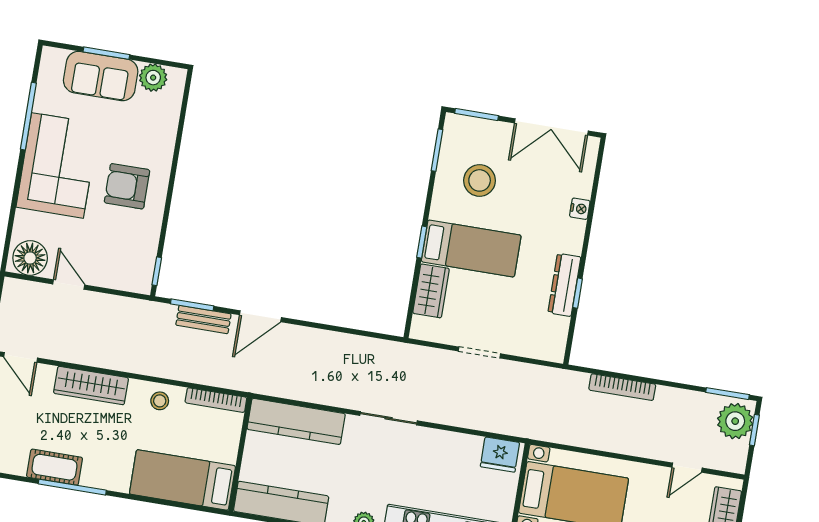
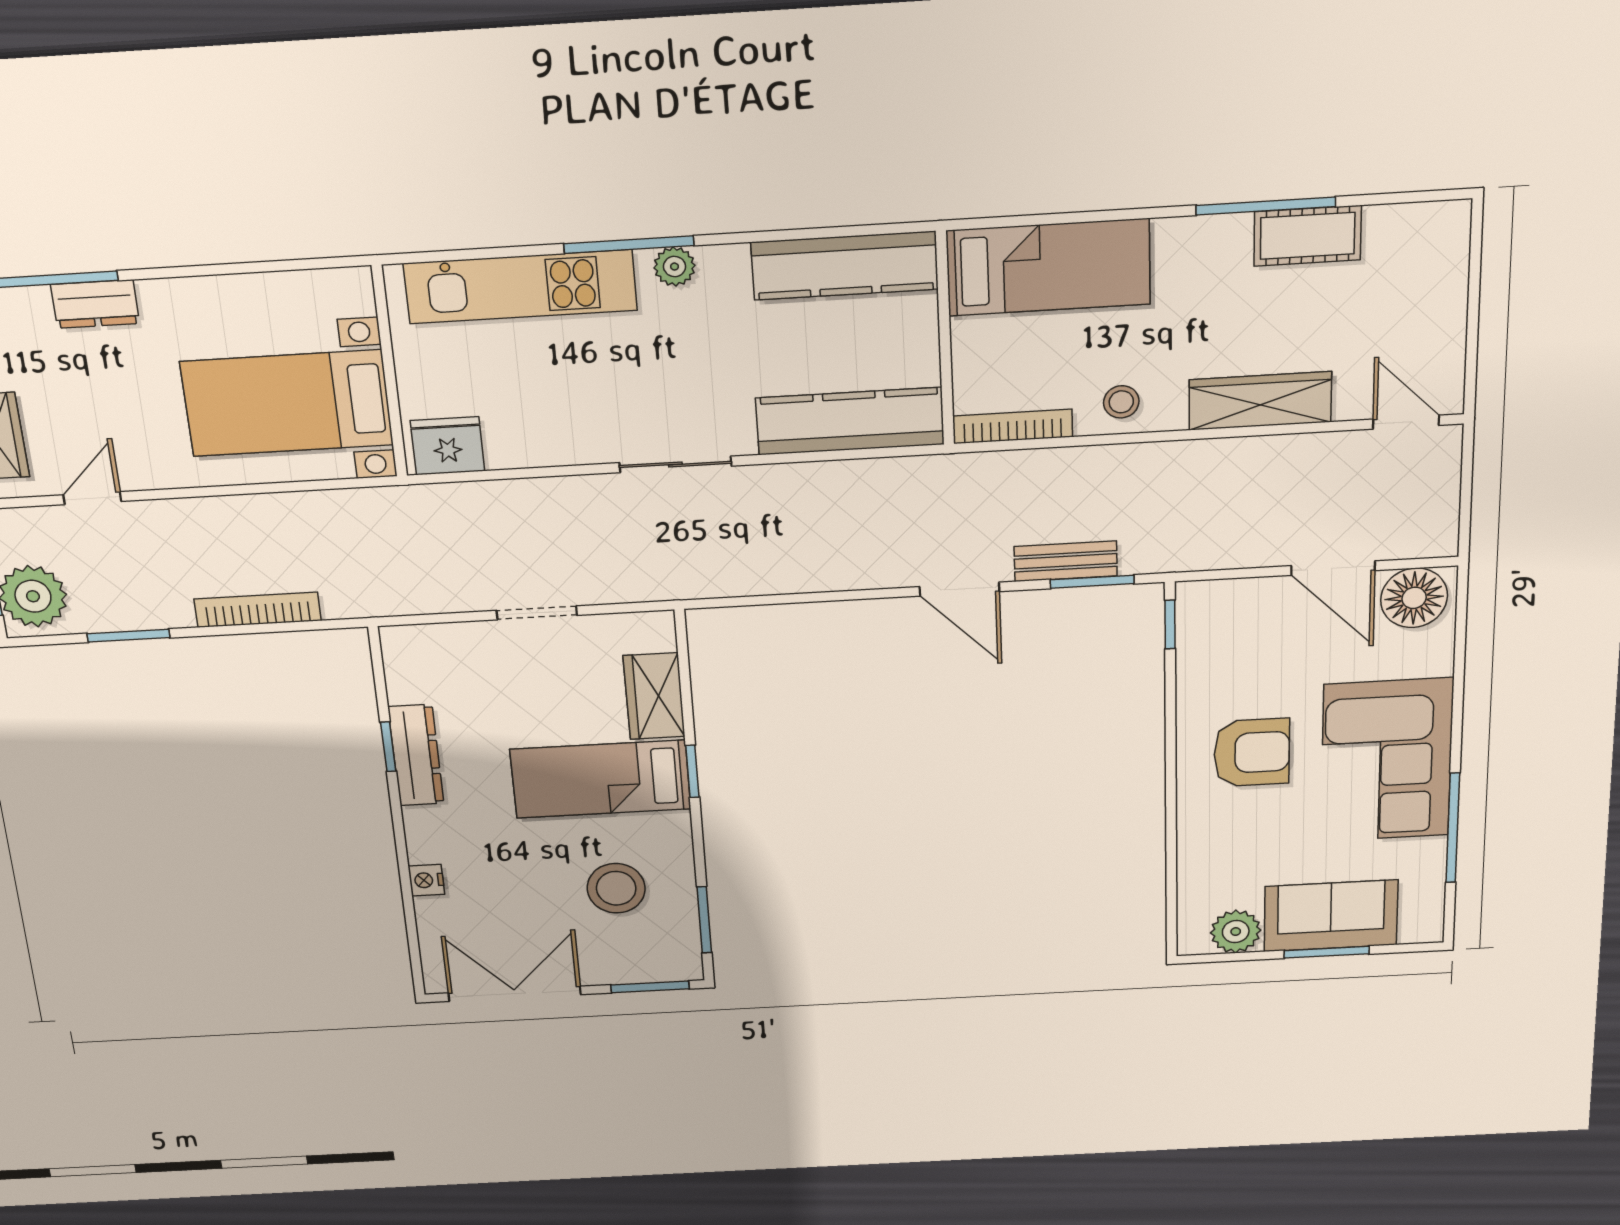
door: (69, 284) -> (1333, 568), width x1.38
door: (260, 316) -> (959, 589), swing flipped
window: (728, 394) -> (128, 636), moved

